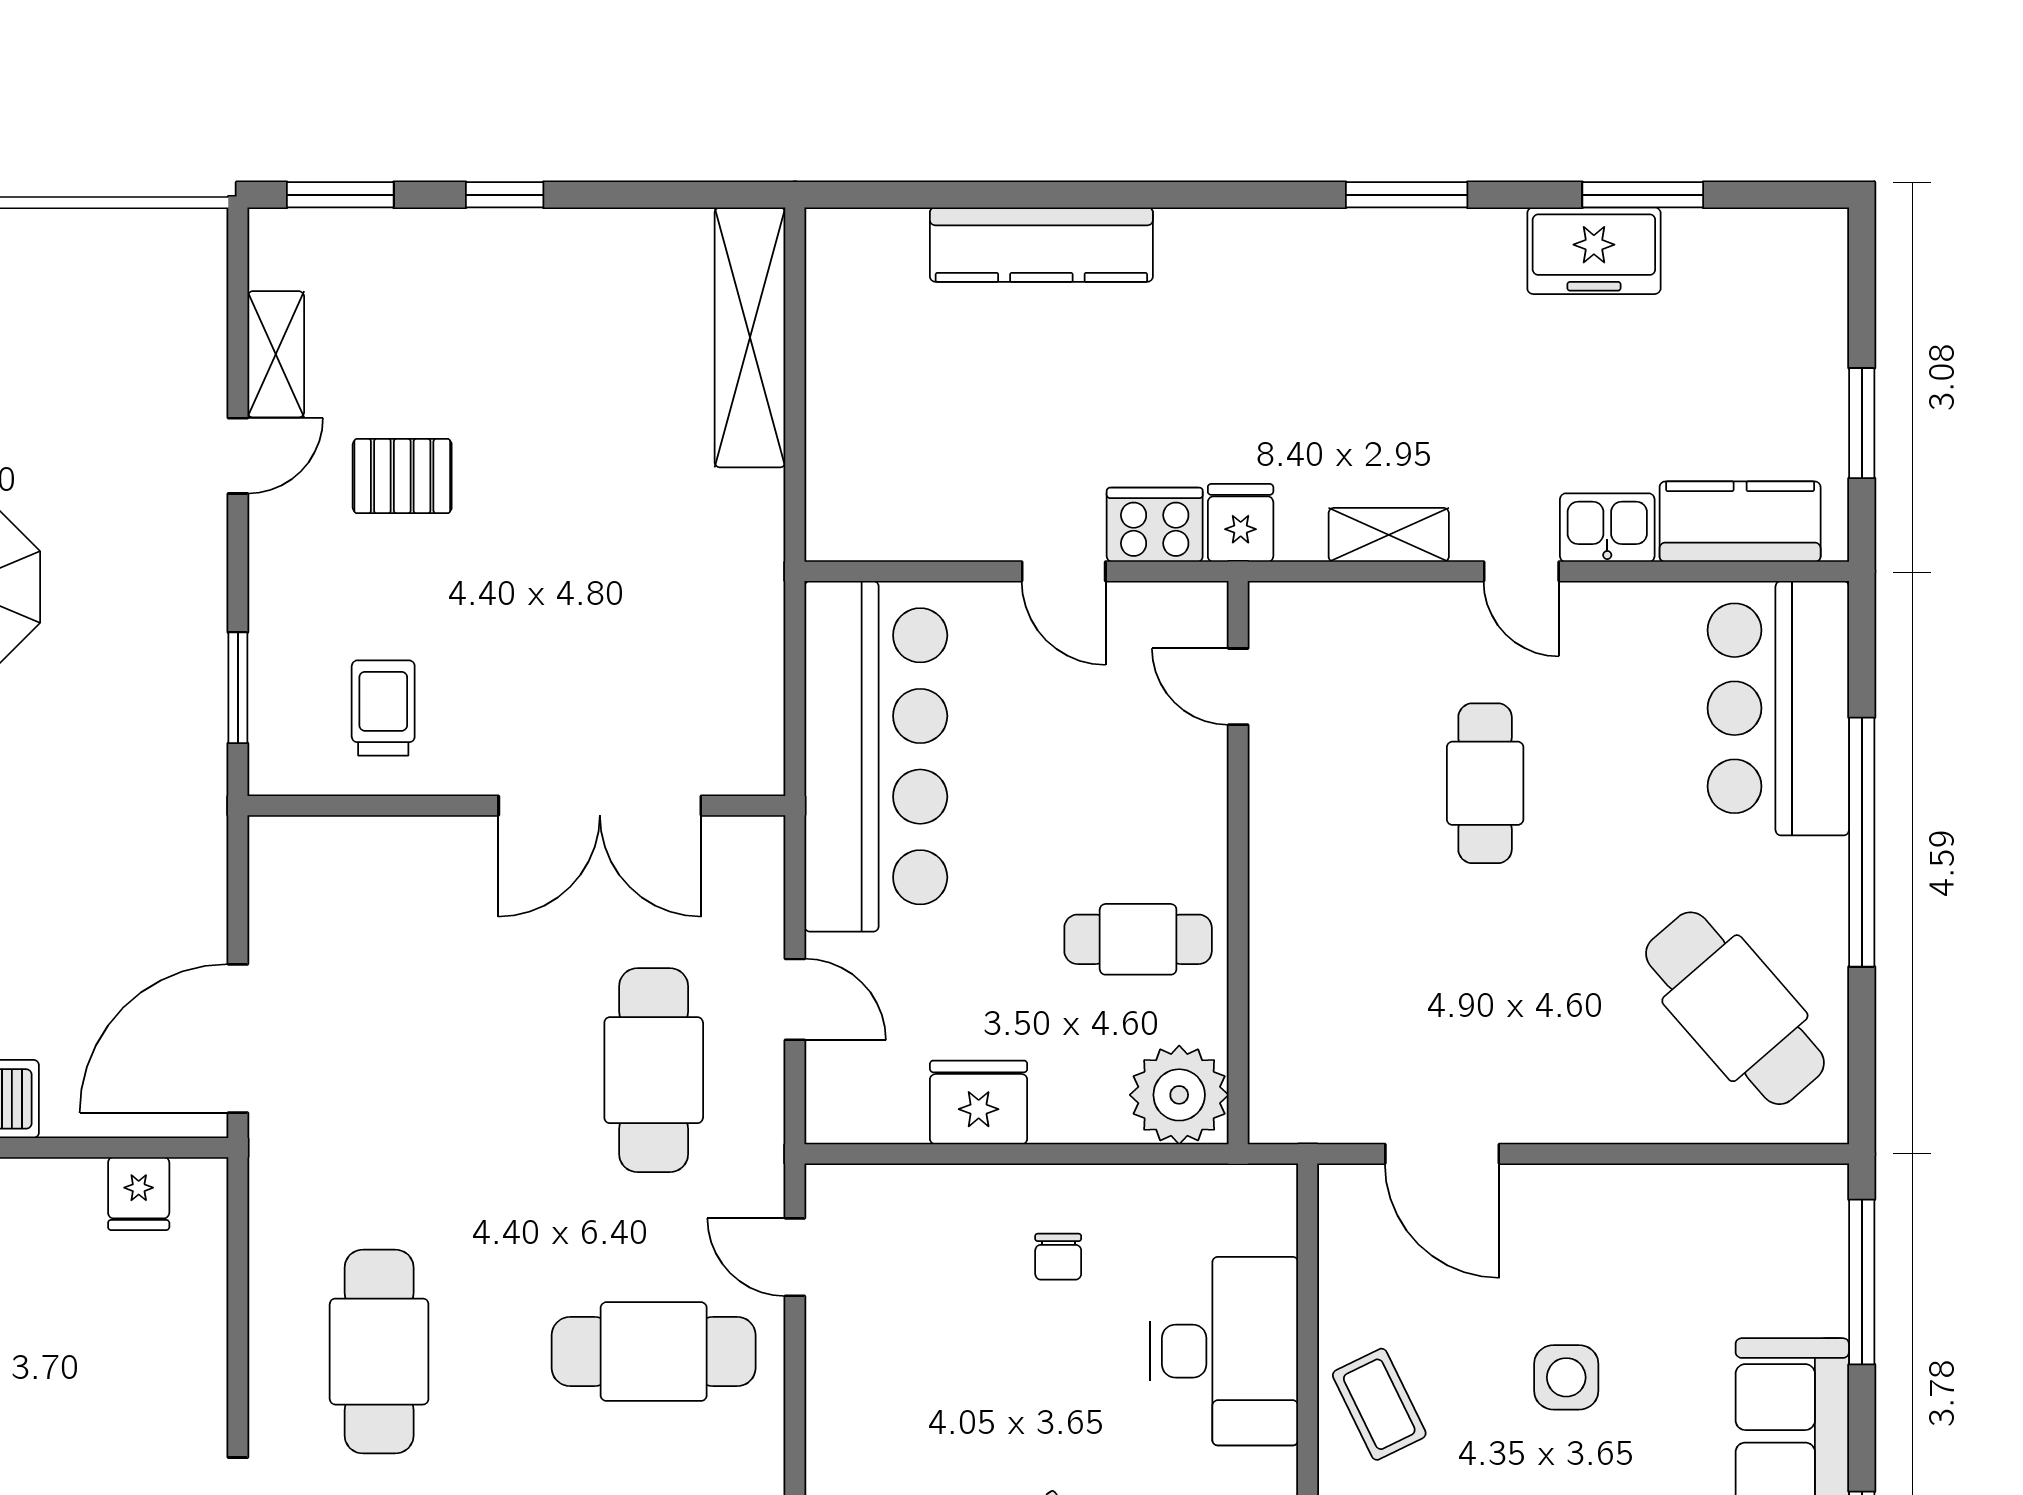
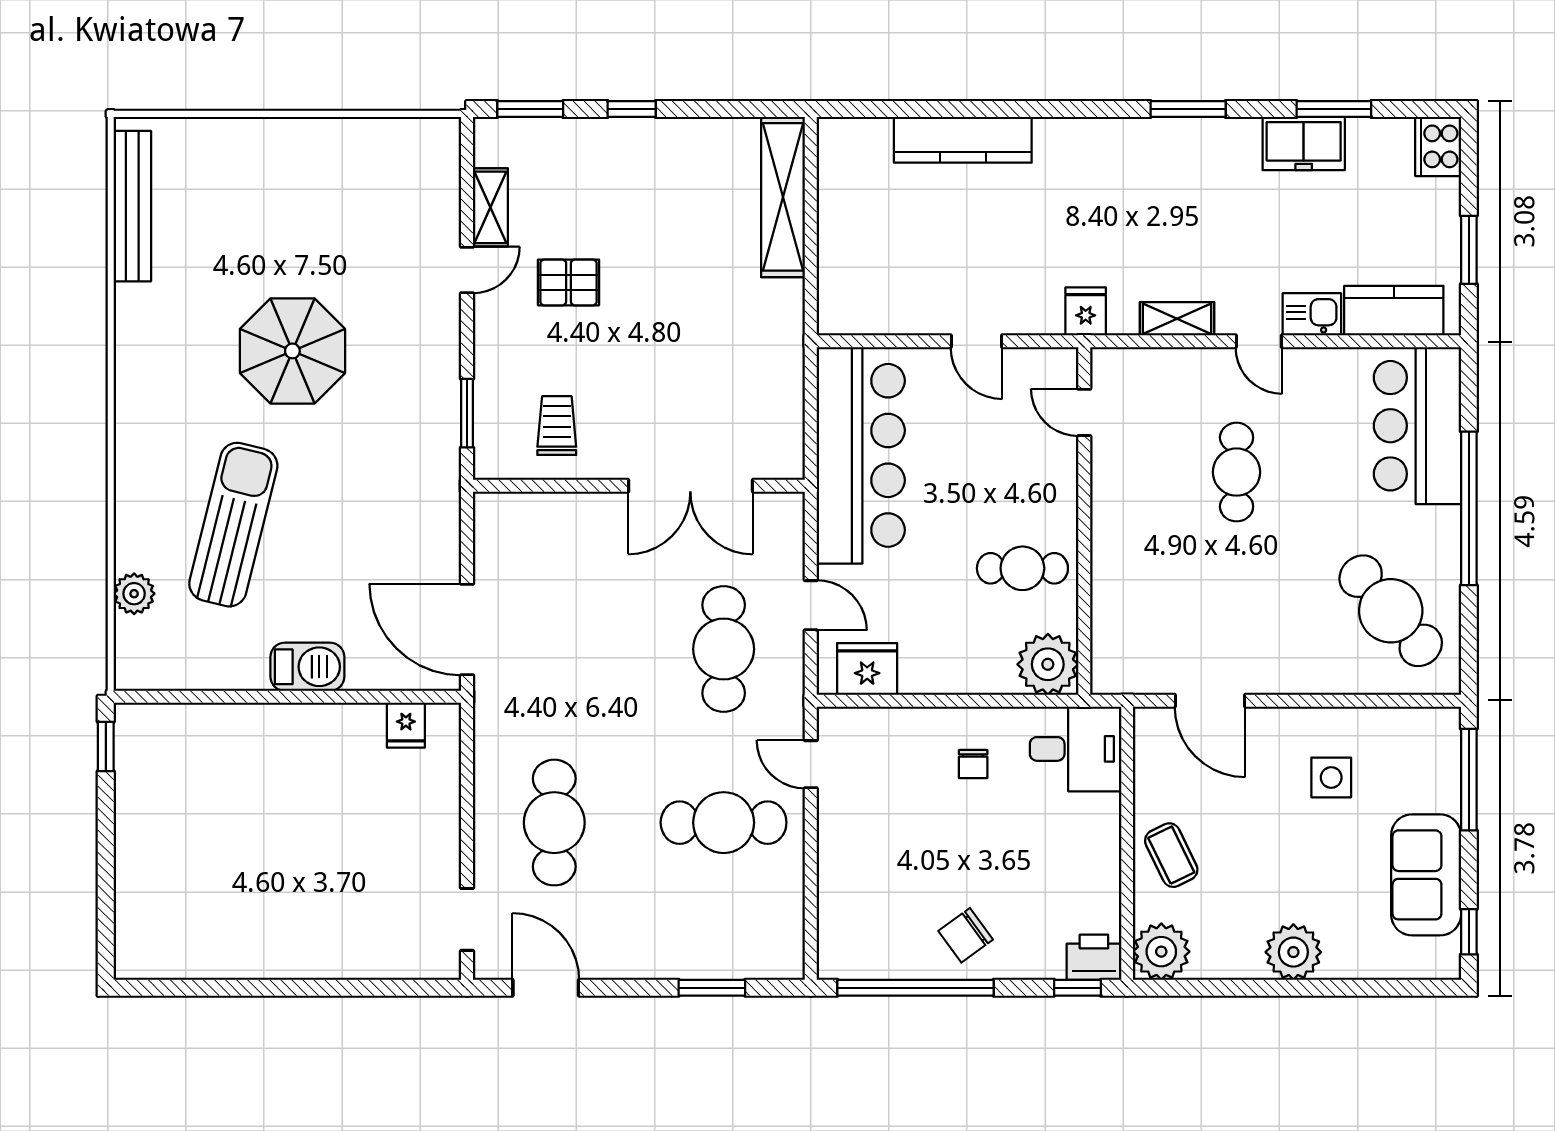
cooker: (1155, 525) -> (1438, 146), moved, turned -90
door: (238, 1038) -> (467, 629), hinge flipped
fridge: (979, 1102) -> (867, 669), moved
desk: (1224, 1351) -> (1076, 749), moved, width x0.73
side table: (1566, 1377) -> (1331, 777), moved

